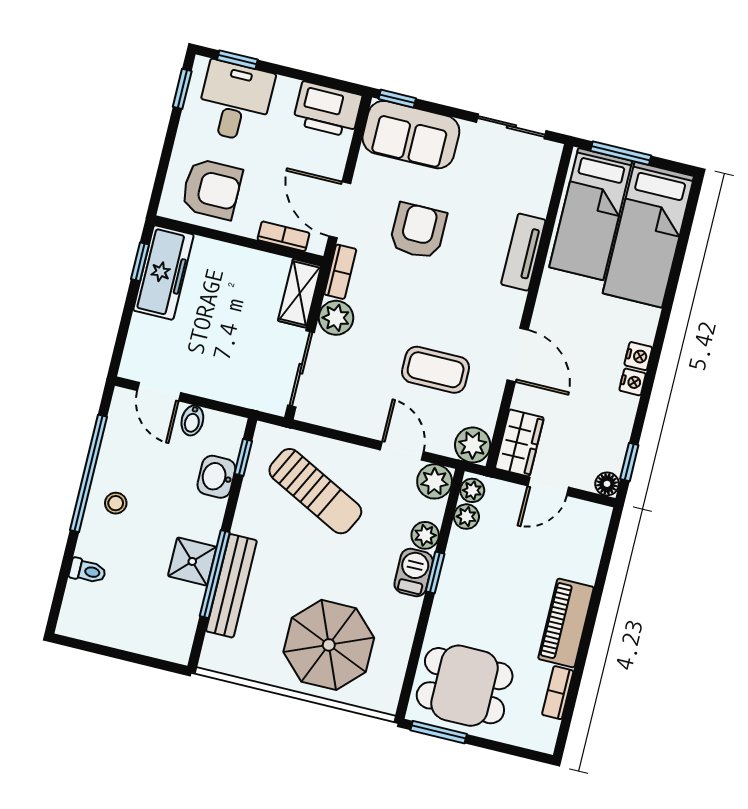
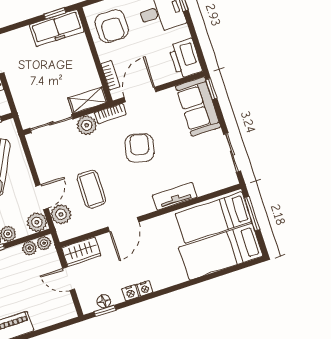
armchair: (418, 231) -> (139, 148), moved, turned -76
nightstand: (638, 356) -> (130, 293), moved
plant: (473, 445) -> (61, 214), moved
floor lamp: (607, 484) -> (104, 301), moved

